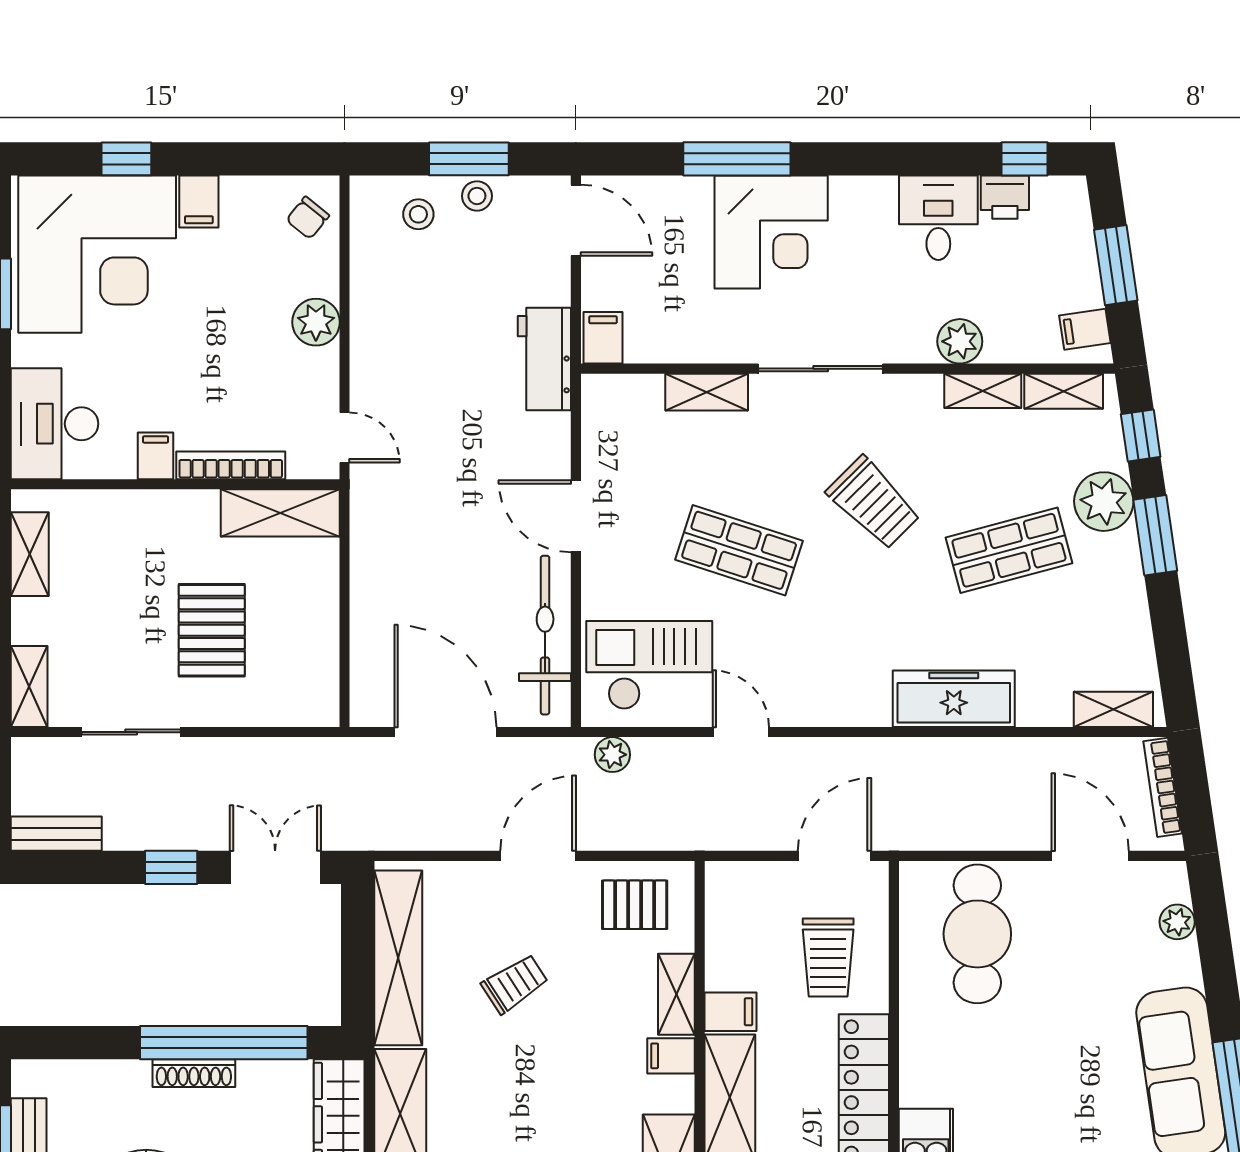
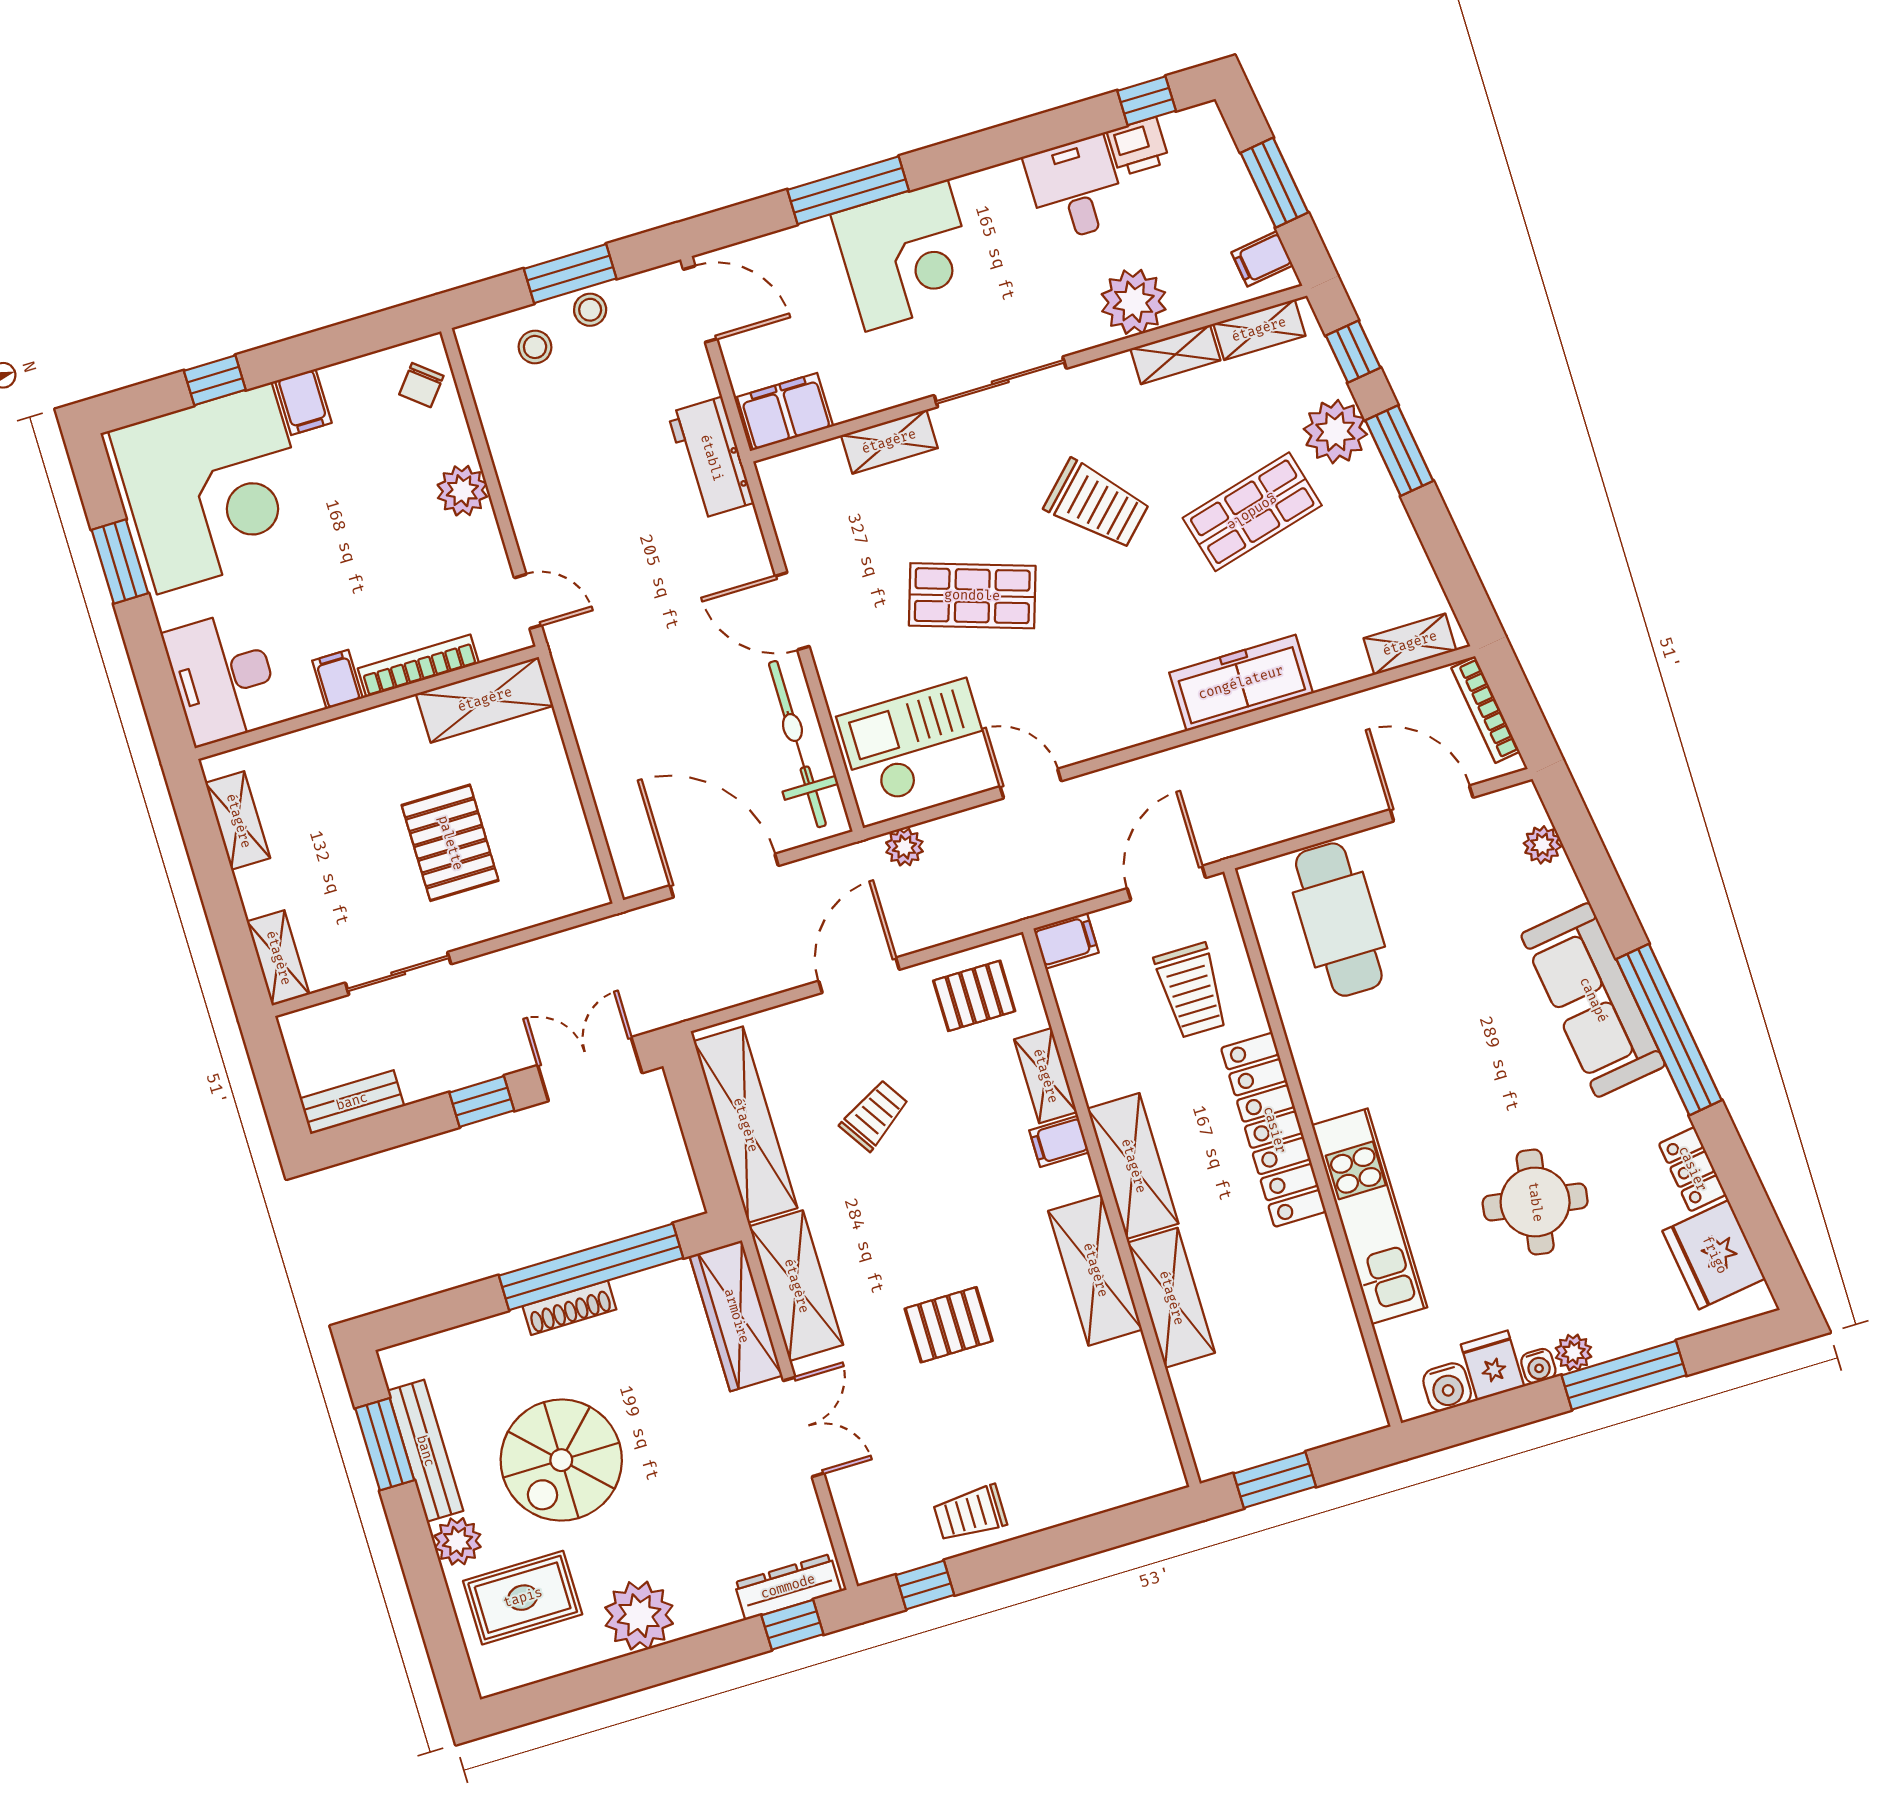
filing cabinet: (603, 338) -> (785, 412), width x2.00
plant: (960, 341) -> (1134, 302), width x1.36, depth x1.36
filing cabinet: (730, 1012) -> (1066, 941), moved

